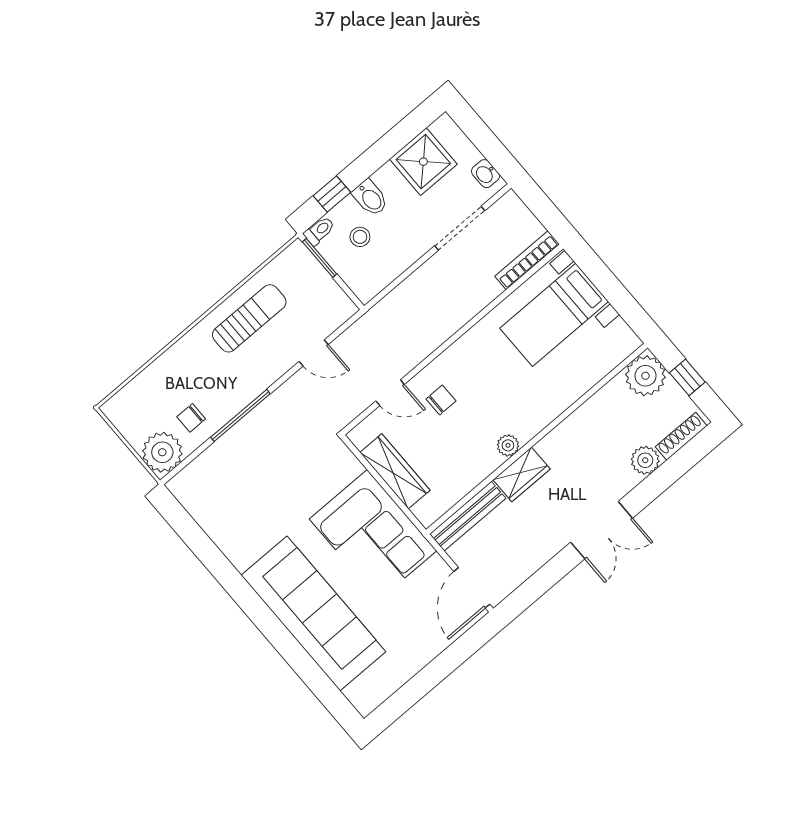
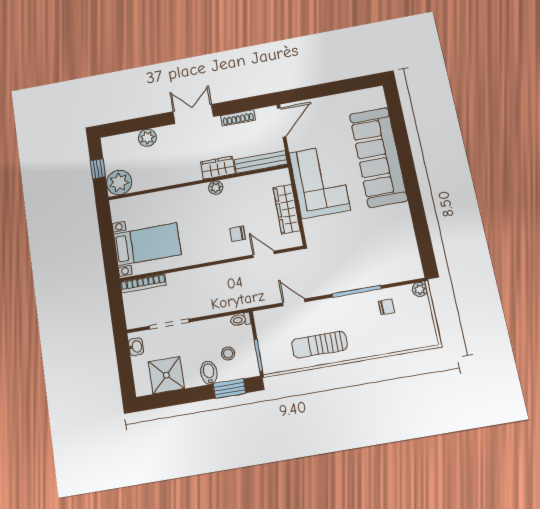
window: (332, 194) -> (229, 388), width x1.50
toilet: (319, 231) -> (240, 320), moved
shoe rack: (681, 436) -> (238, 118), moved
plant: (162, 452) -> (420, 289), width x0.53, depth x0.53

